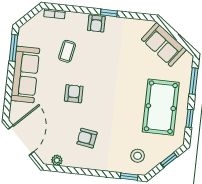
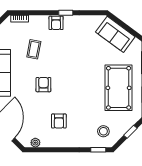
armchair: (87, 138) -> (59, 121), turned -99

